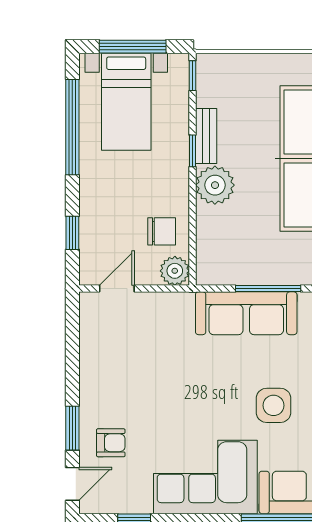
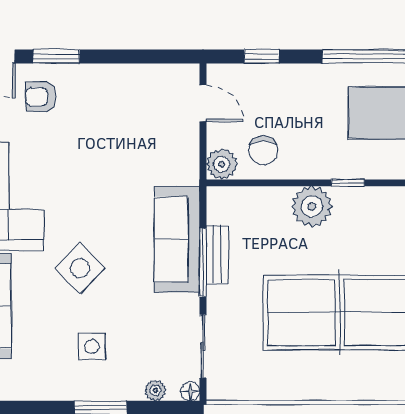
bench: (206, 136) -> (217, 255), moved, turned 90
side table: (274, 405) -> (80, 268), turned 45
armchair: (111, 443) -> (41, 97), turned 90

